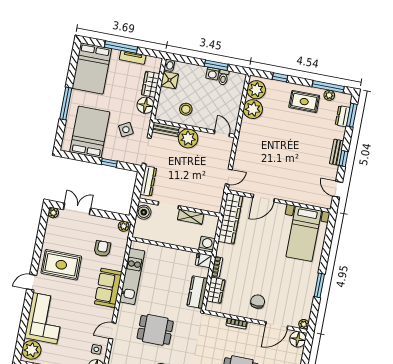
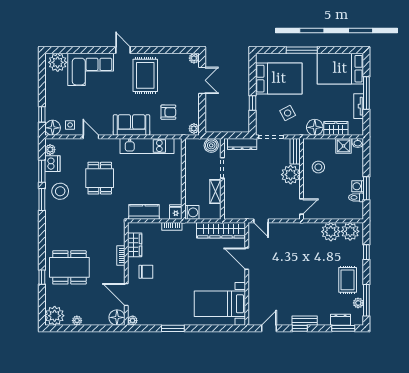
wardrobe: (216, 290) -> (135, 245), moved, turned -90

